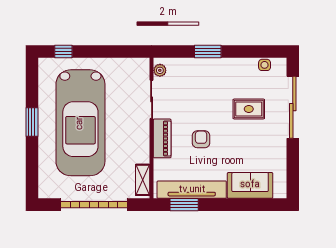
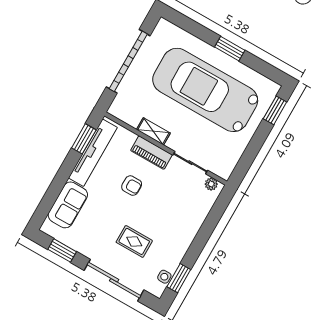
window: (63, 51) -> (275, 110), width x1.50
window: (208, 51) -> (179, 278), moved
rug: (249, 109) -> (134, 241), turned 90
window: (293, 168) -> (62, 250), added
shelving: (143, 180) -> (153, 131), moved

